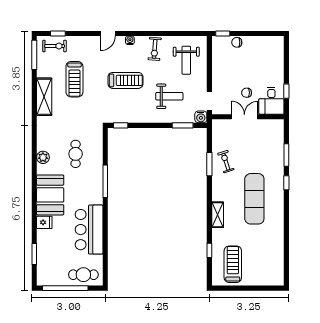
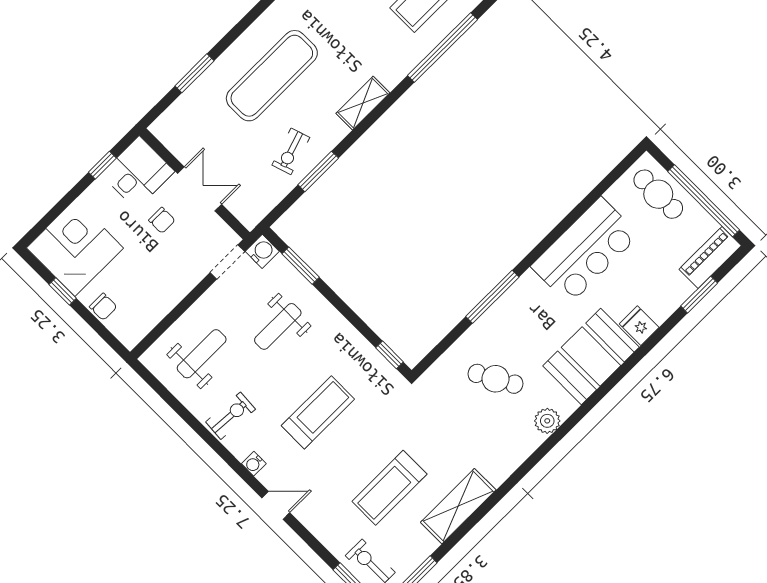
window: (223, 33) -> (63, 291), moved
corner desk: (267, 53) -> (75, 248), added
treadmill: (74, 79) -> (389, 488), turned 180
treadmill: (125, 80) -> (318, 412), turned 90
weight bench: (169, 96) -> (278, 326), turned -90
double door: (244, 117) -> (200, 189), swing flipped
cafe table: (76, 154) -> (496, 379), turned 61
window: (286, 183) -> (234, 34), removed
exercise mat: (254, 199) -> (272, 76), moved
shelving: (218, 215) -> (363, 103), moved
window: (209, 250) -> (443, 48), width x3.17
piano: (43, 271) -> (710, 257), added

